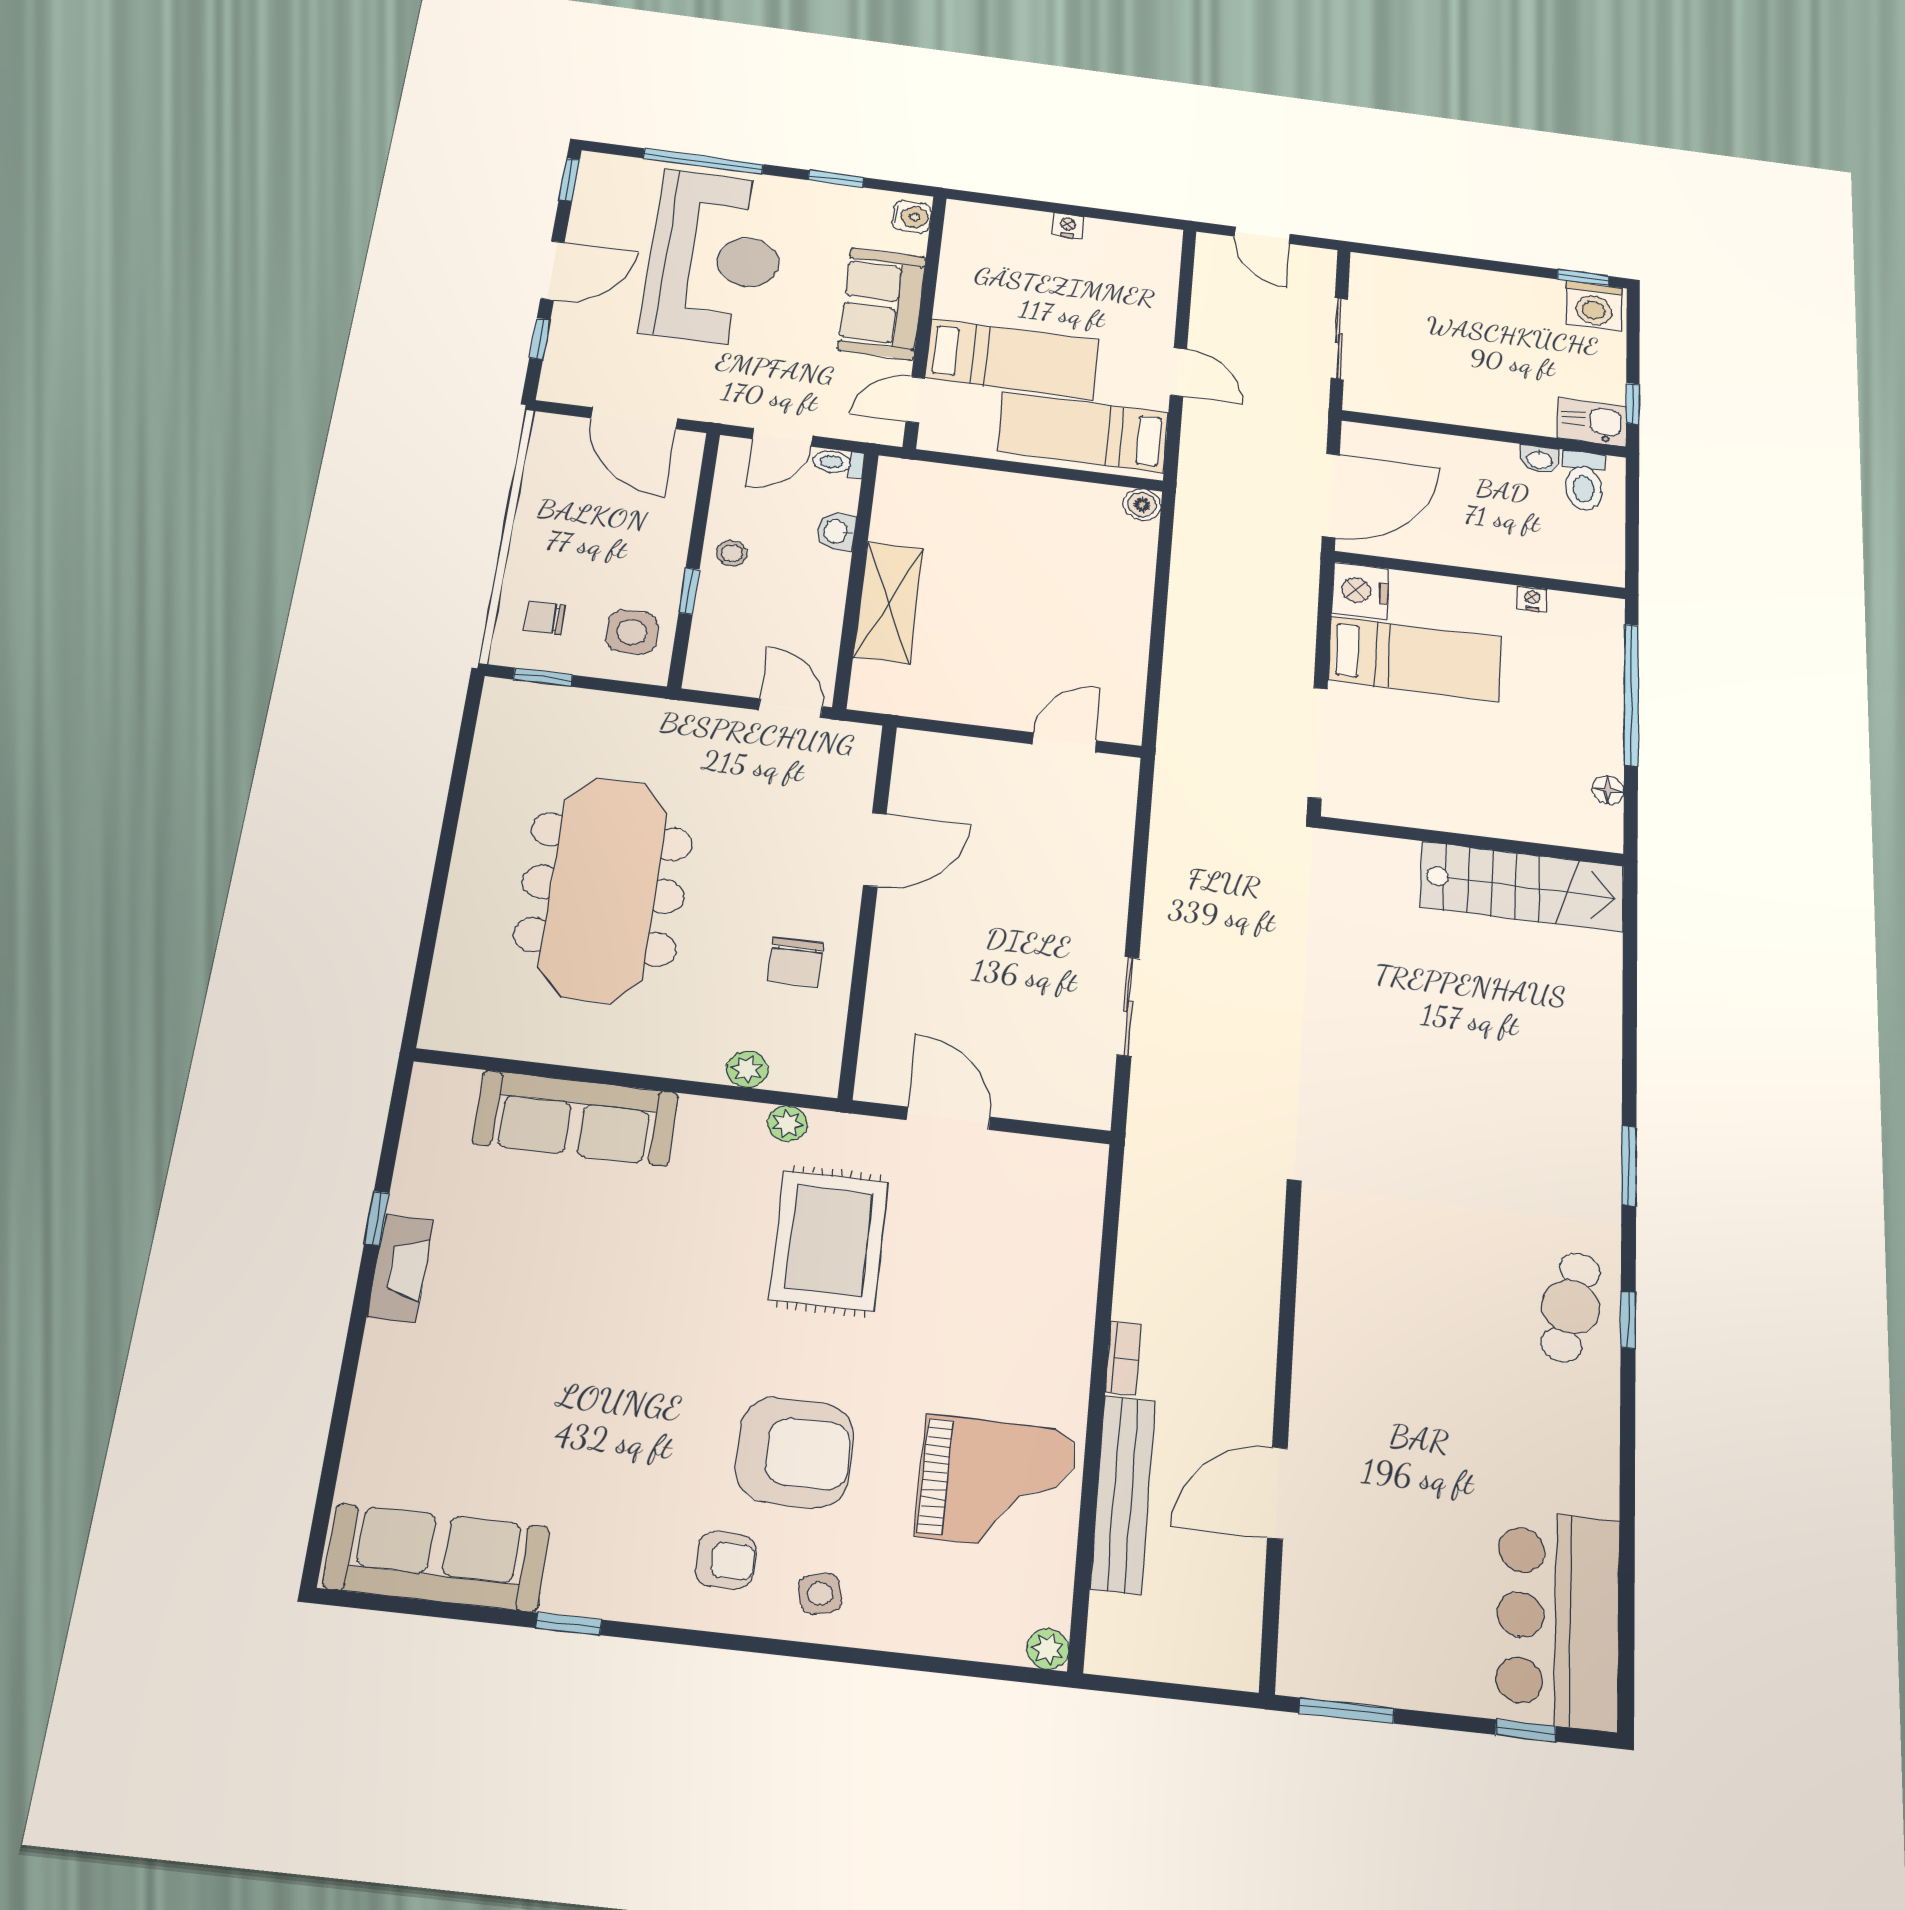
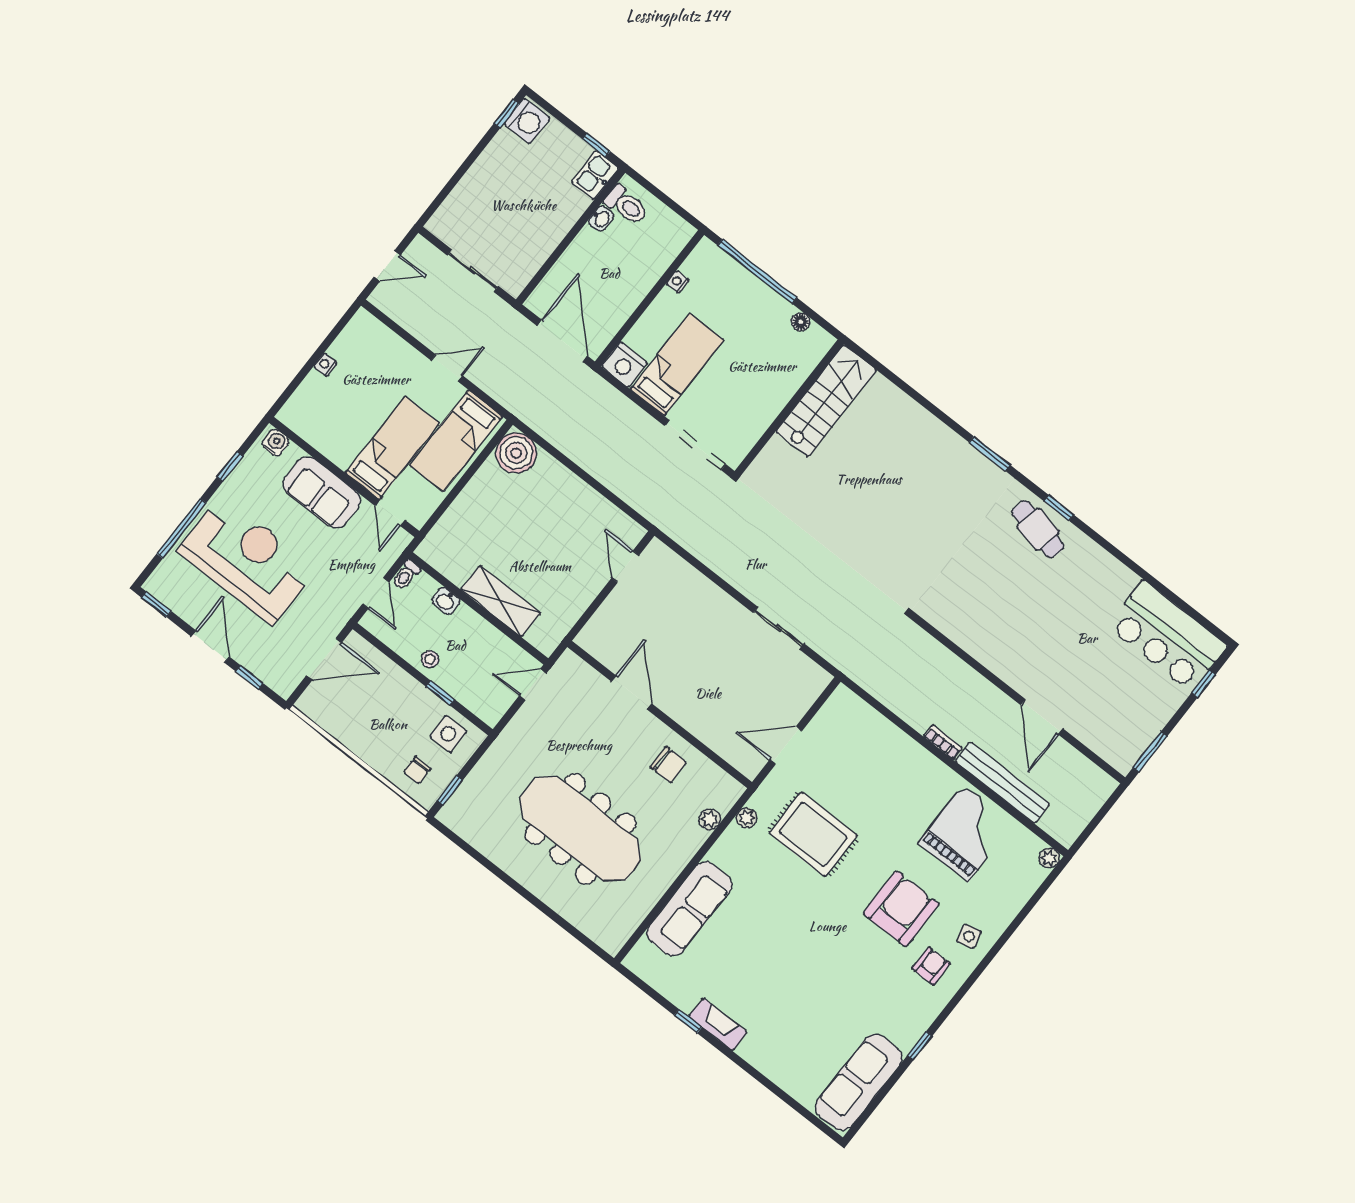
boiler: (1142, 505) -> (516, 453), width x1.86, depth x1.86

